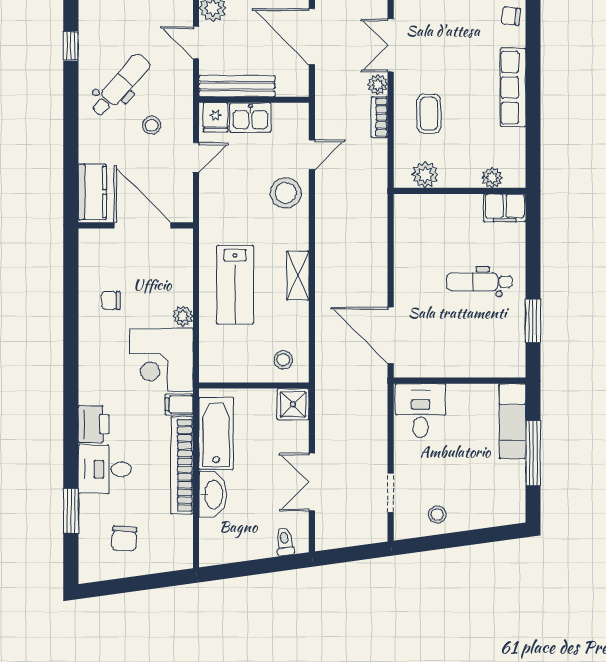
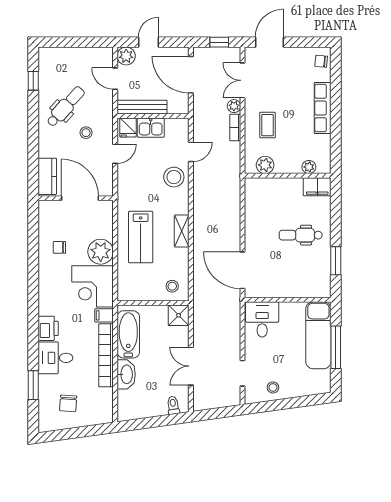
plant: (183, 316) -> (101, 252), width x1.88, depth x1.88
exam couch: (512, 421) -> (318, 335), width x1.36, depth x1.45

